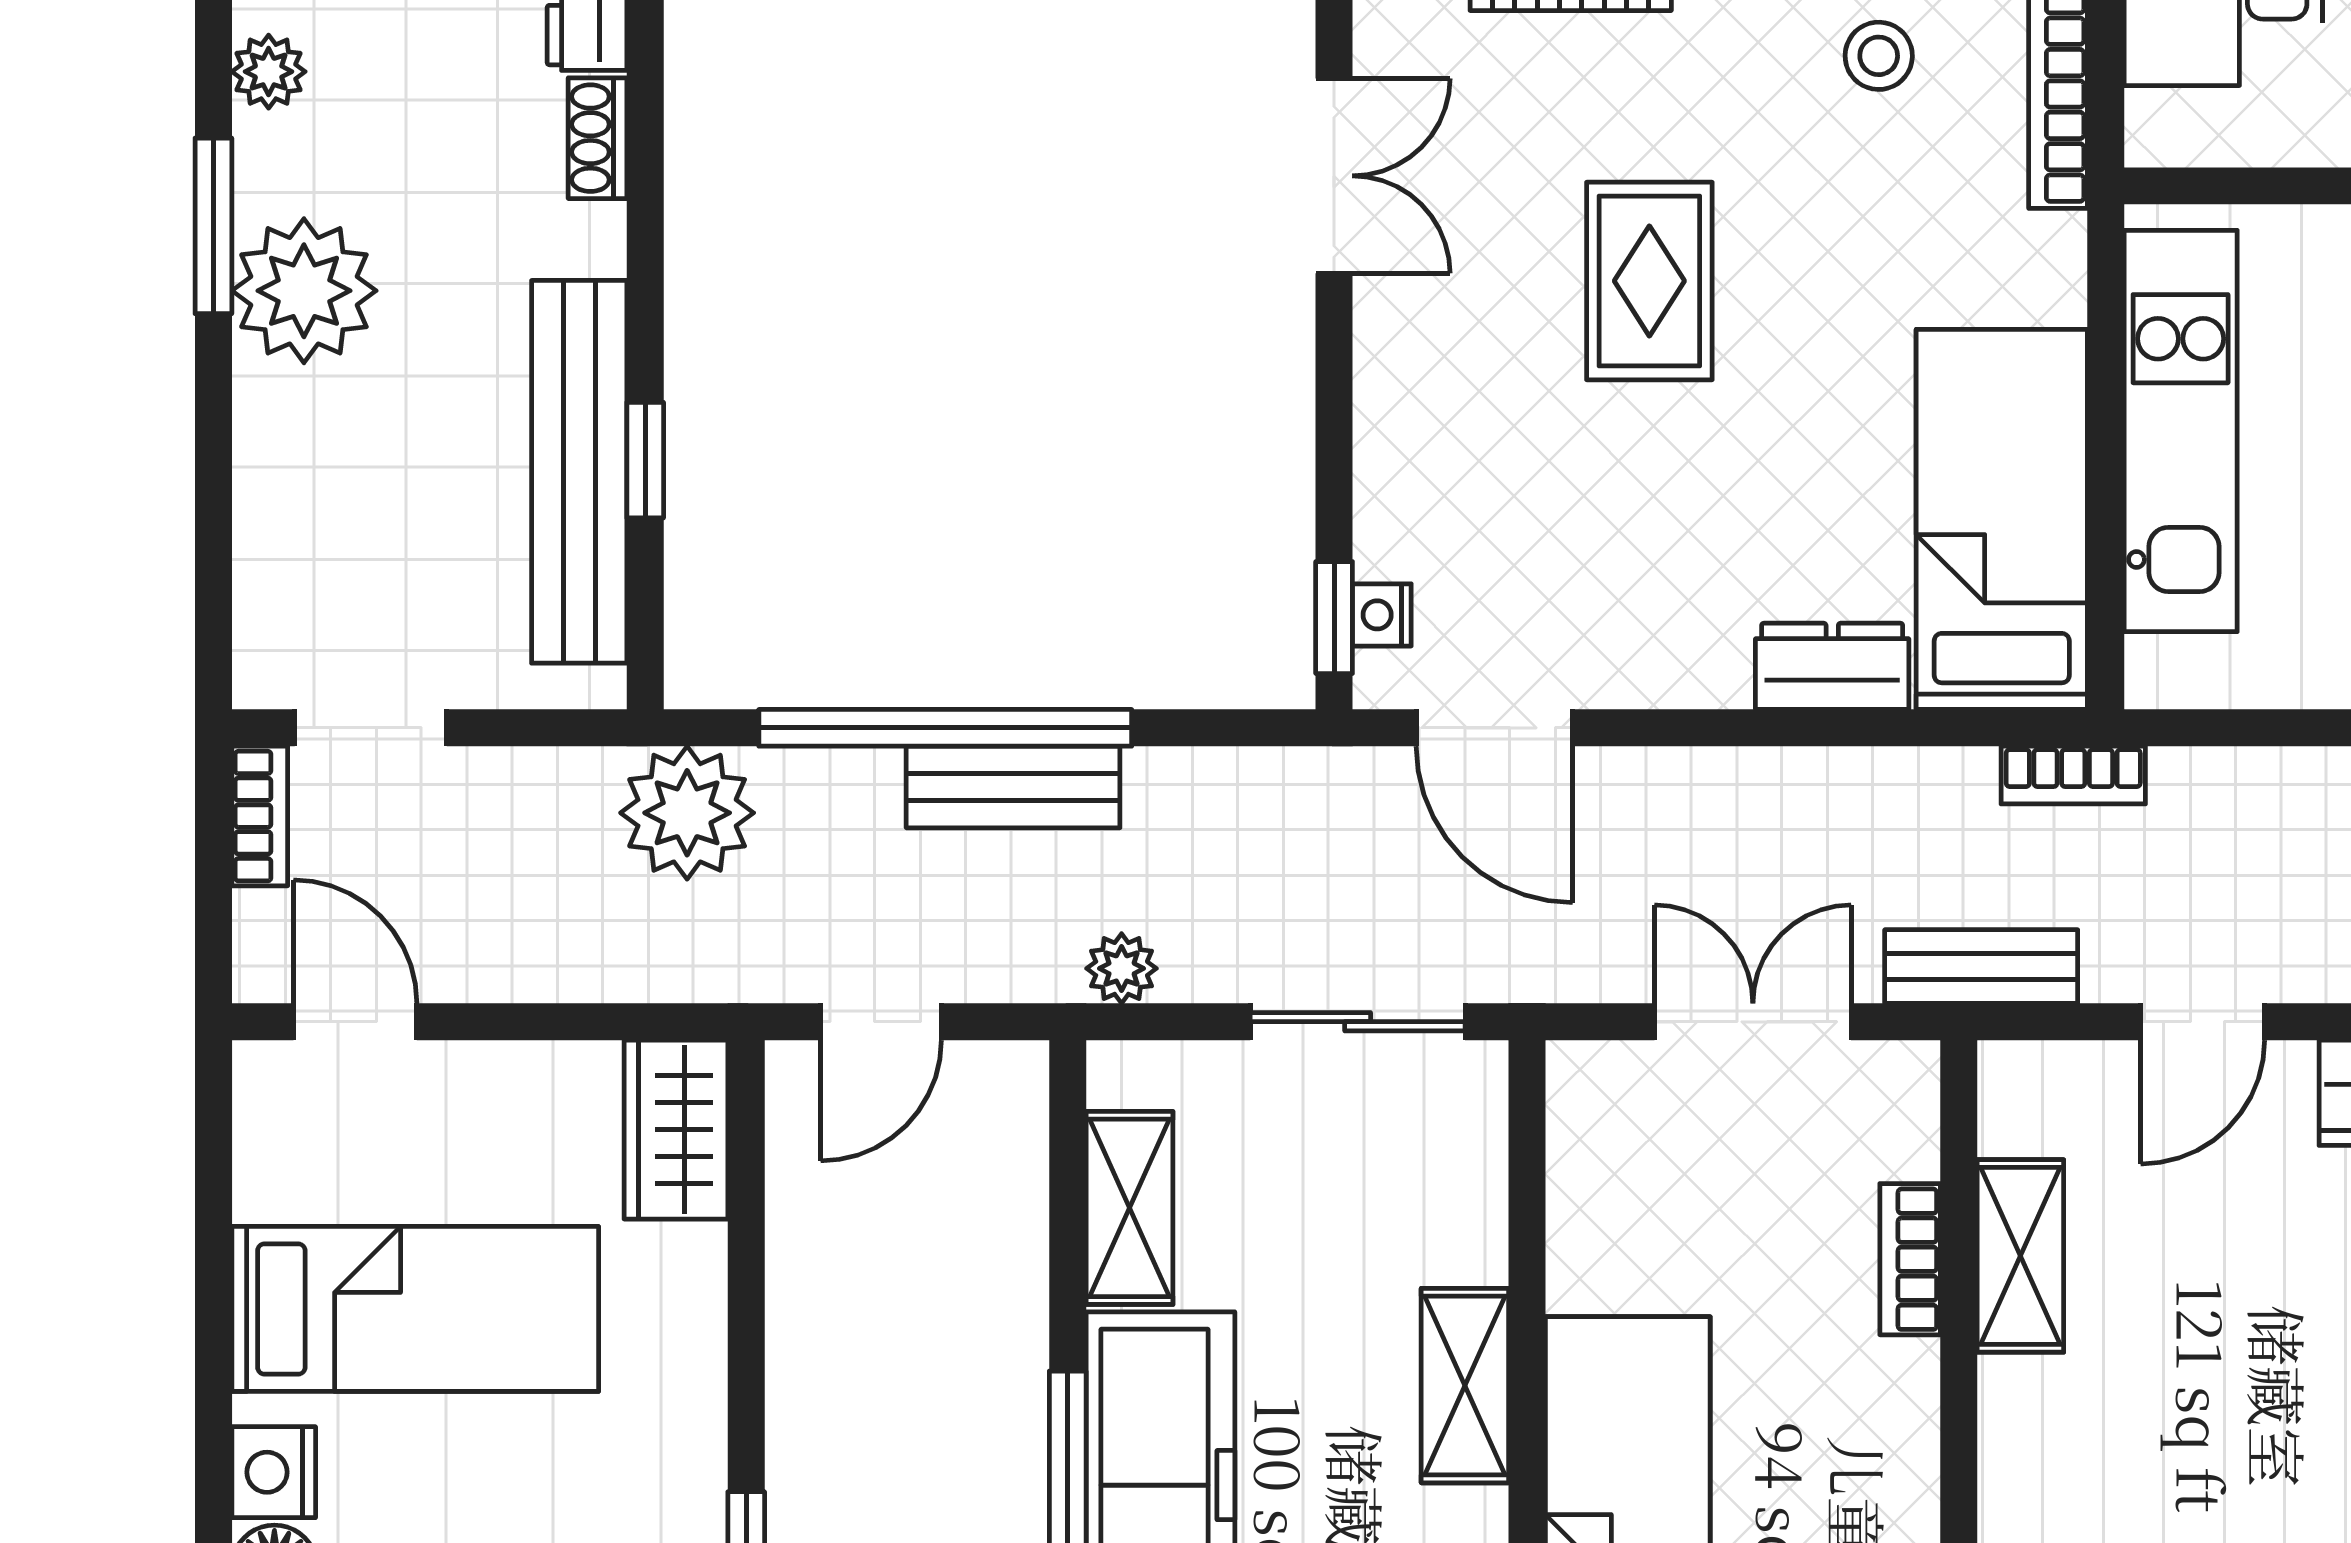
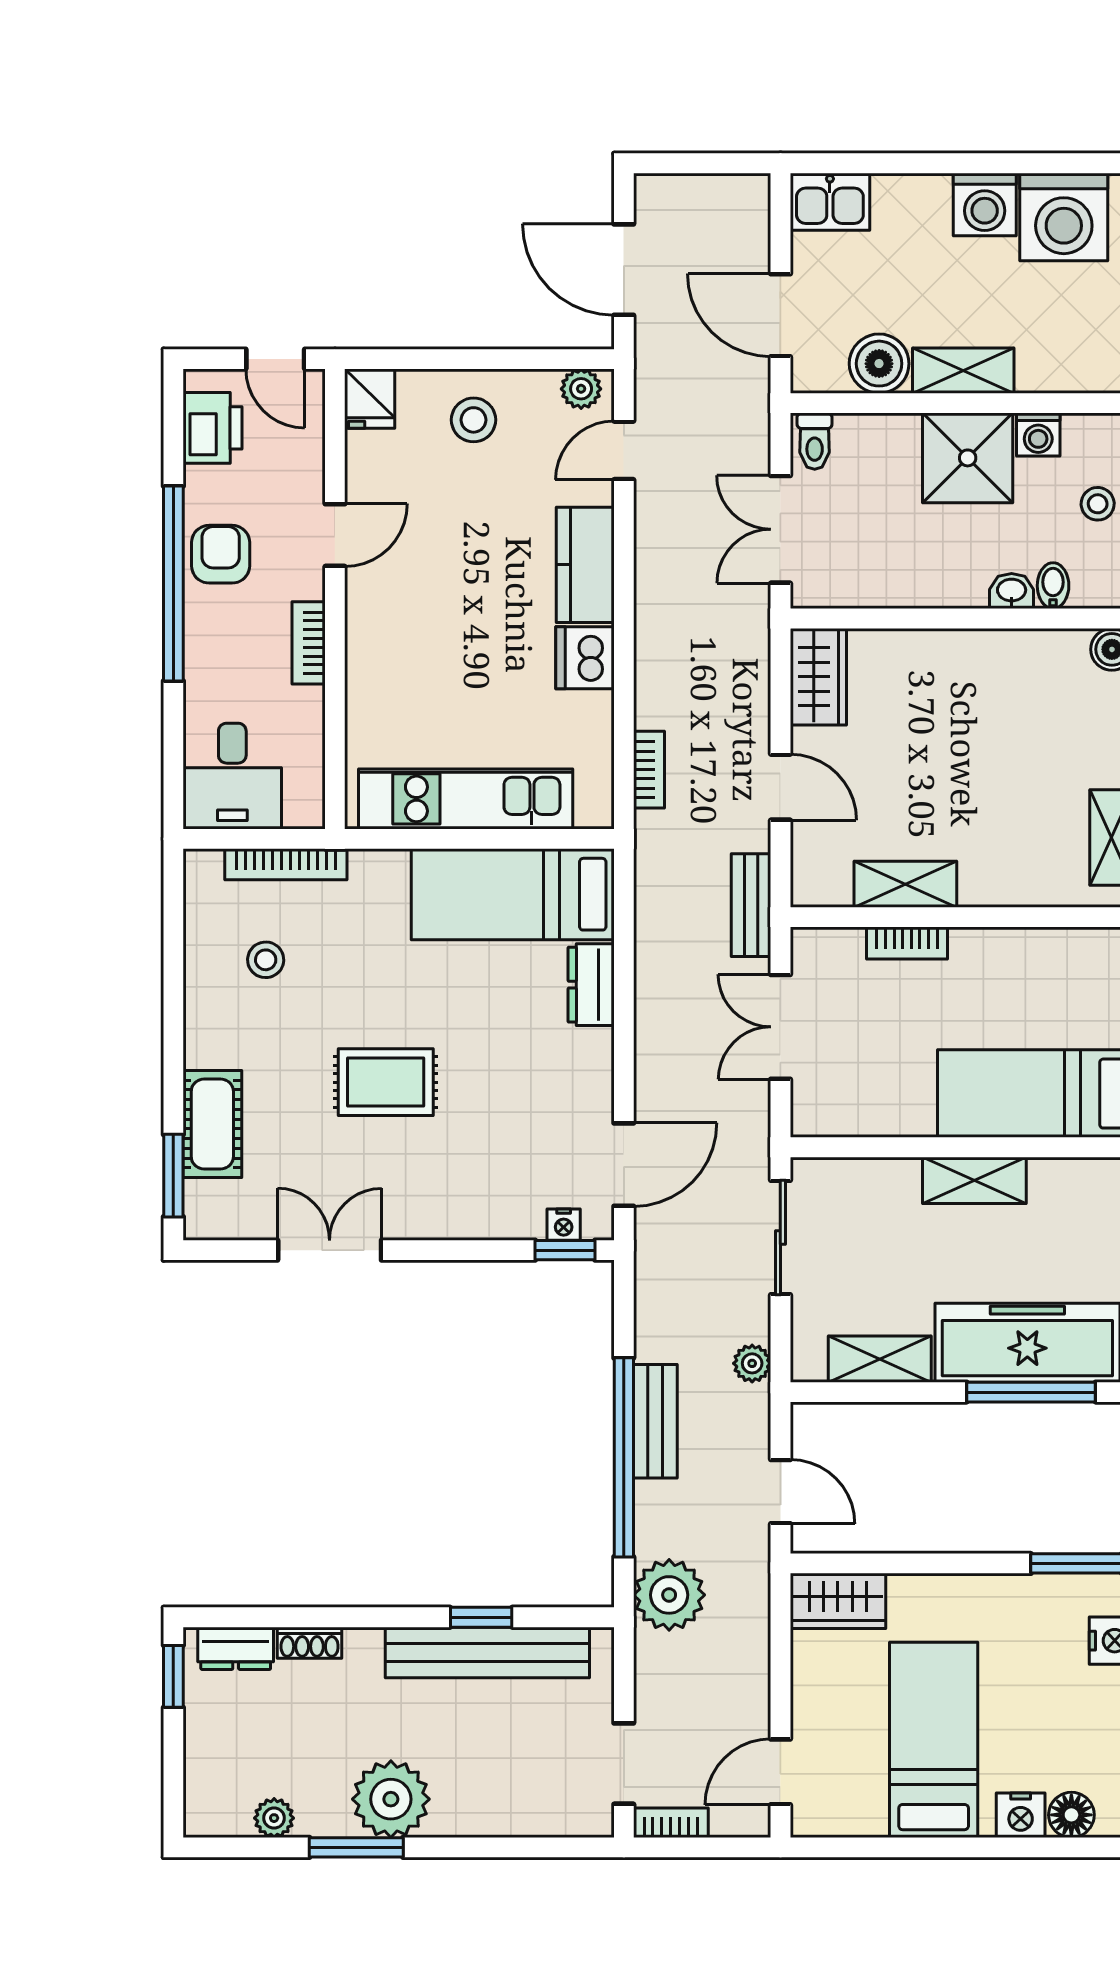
bookcase: (2073, 775) -> (649, 770), moved

